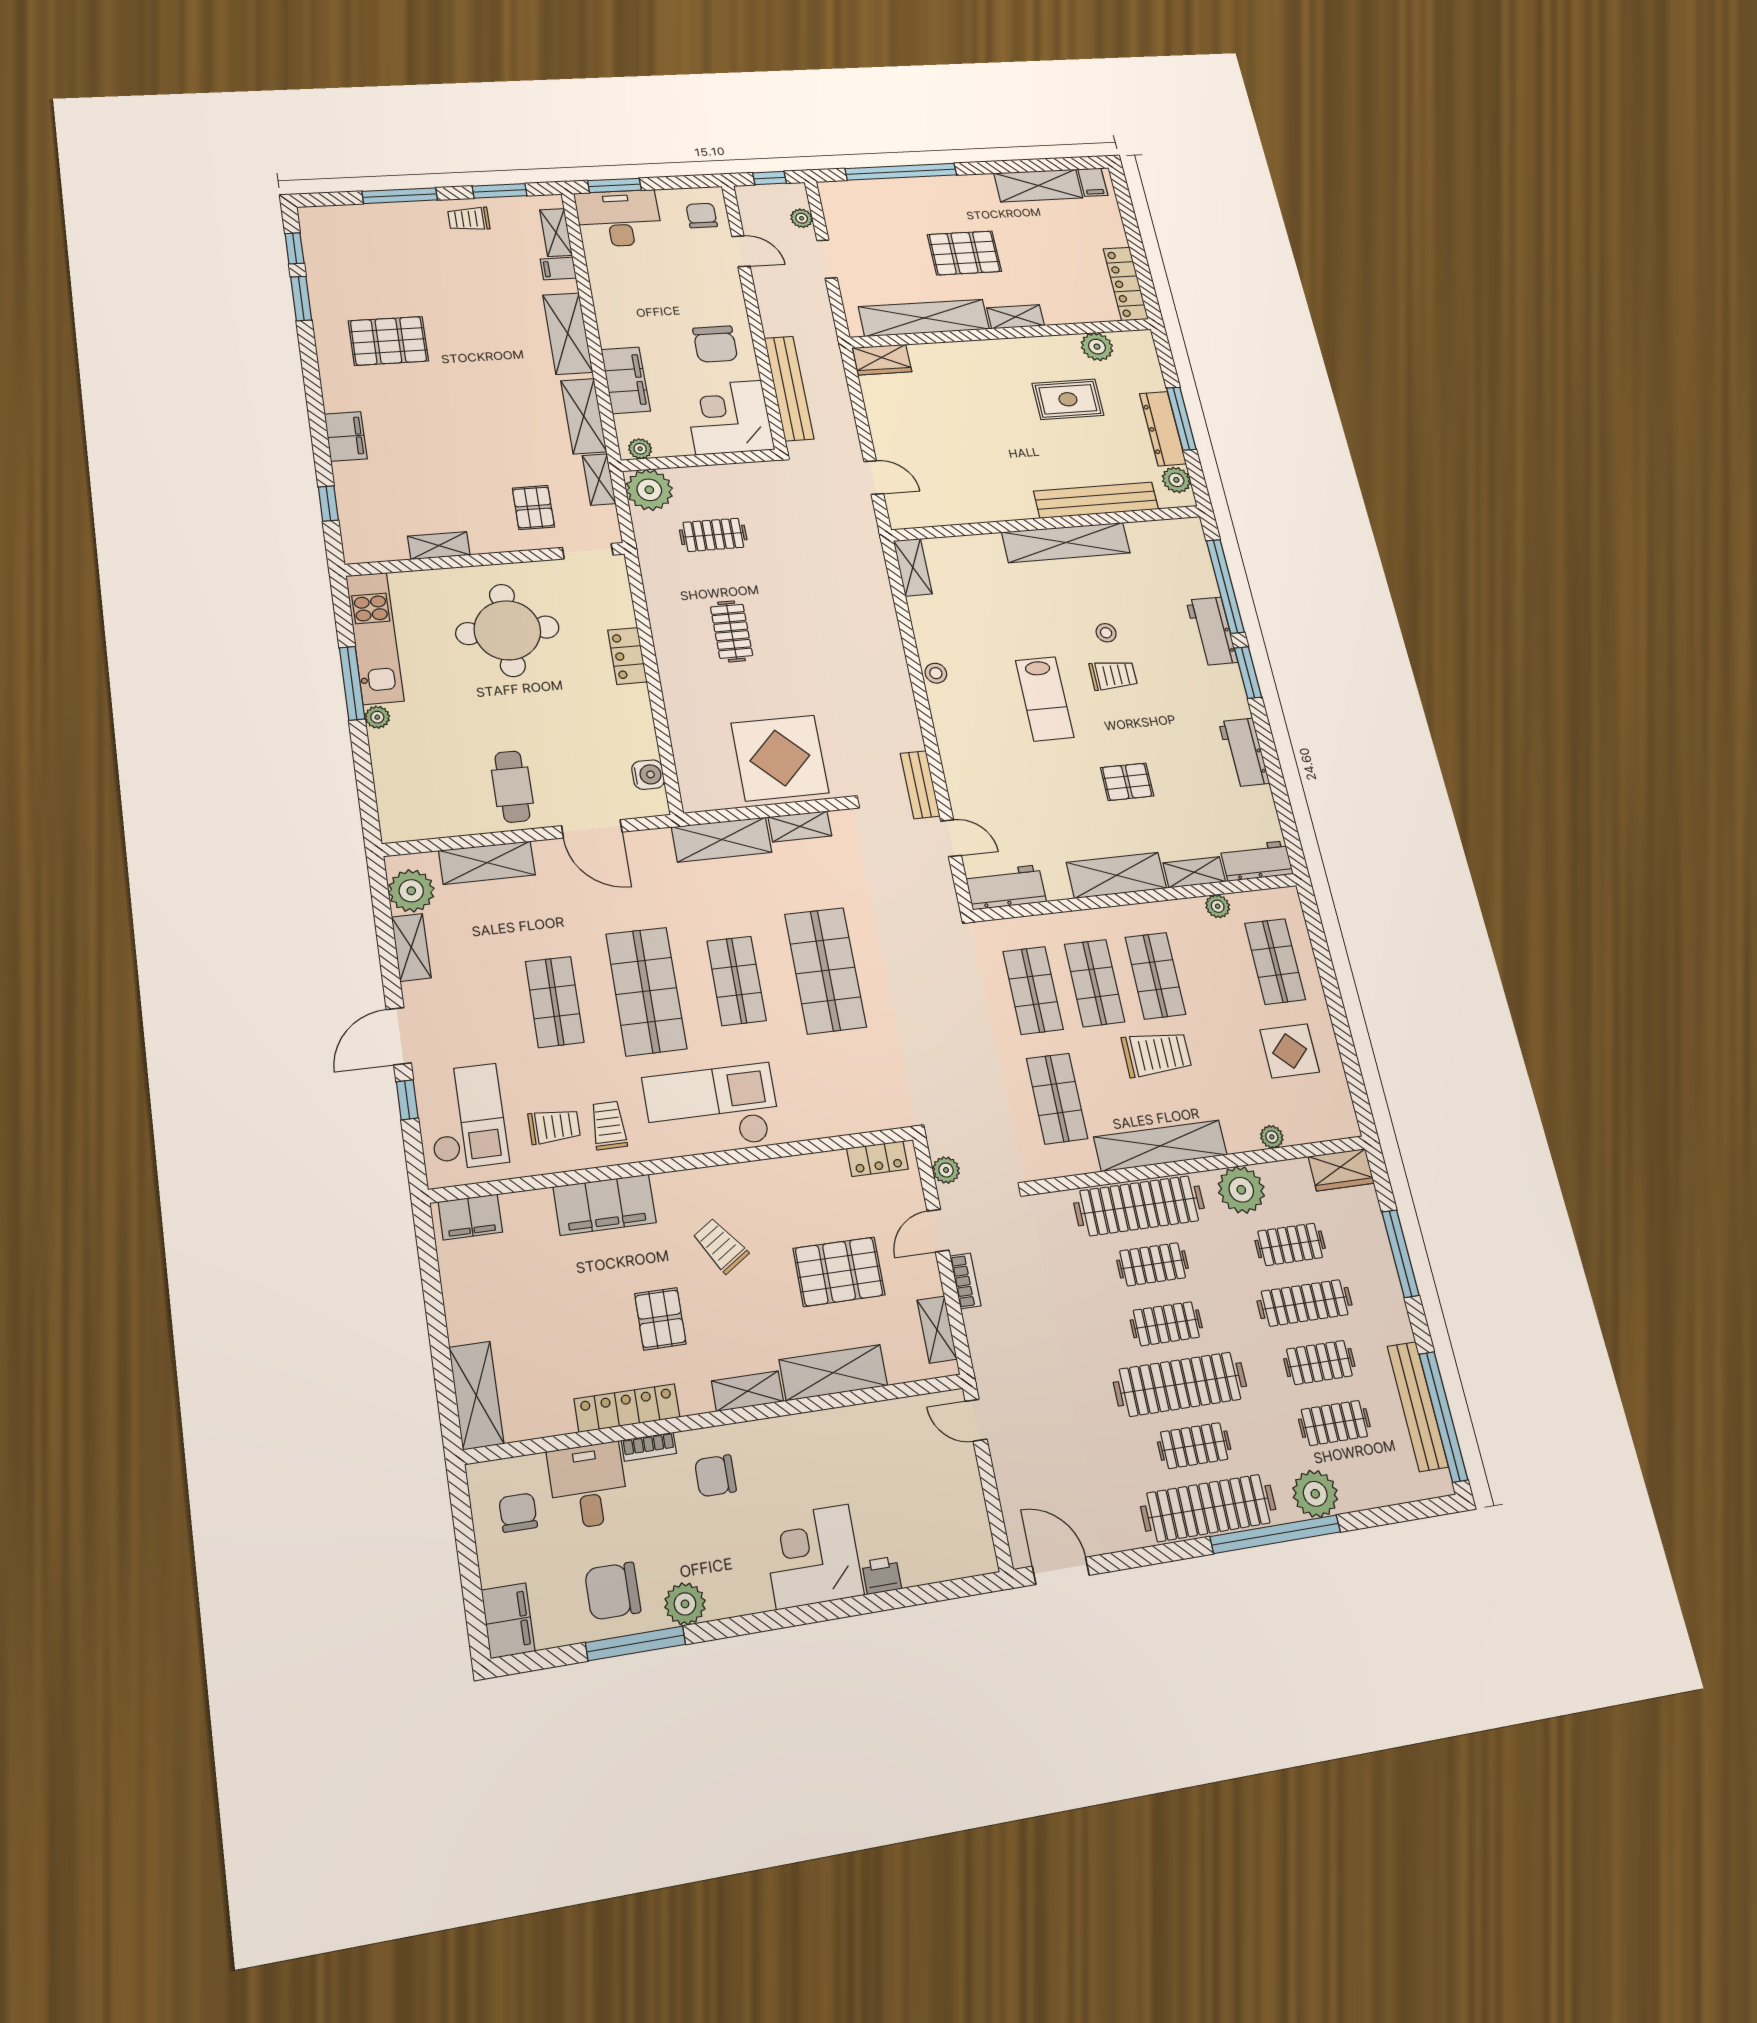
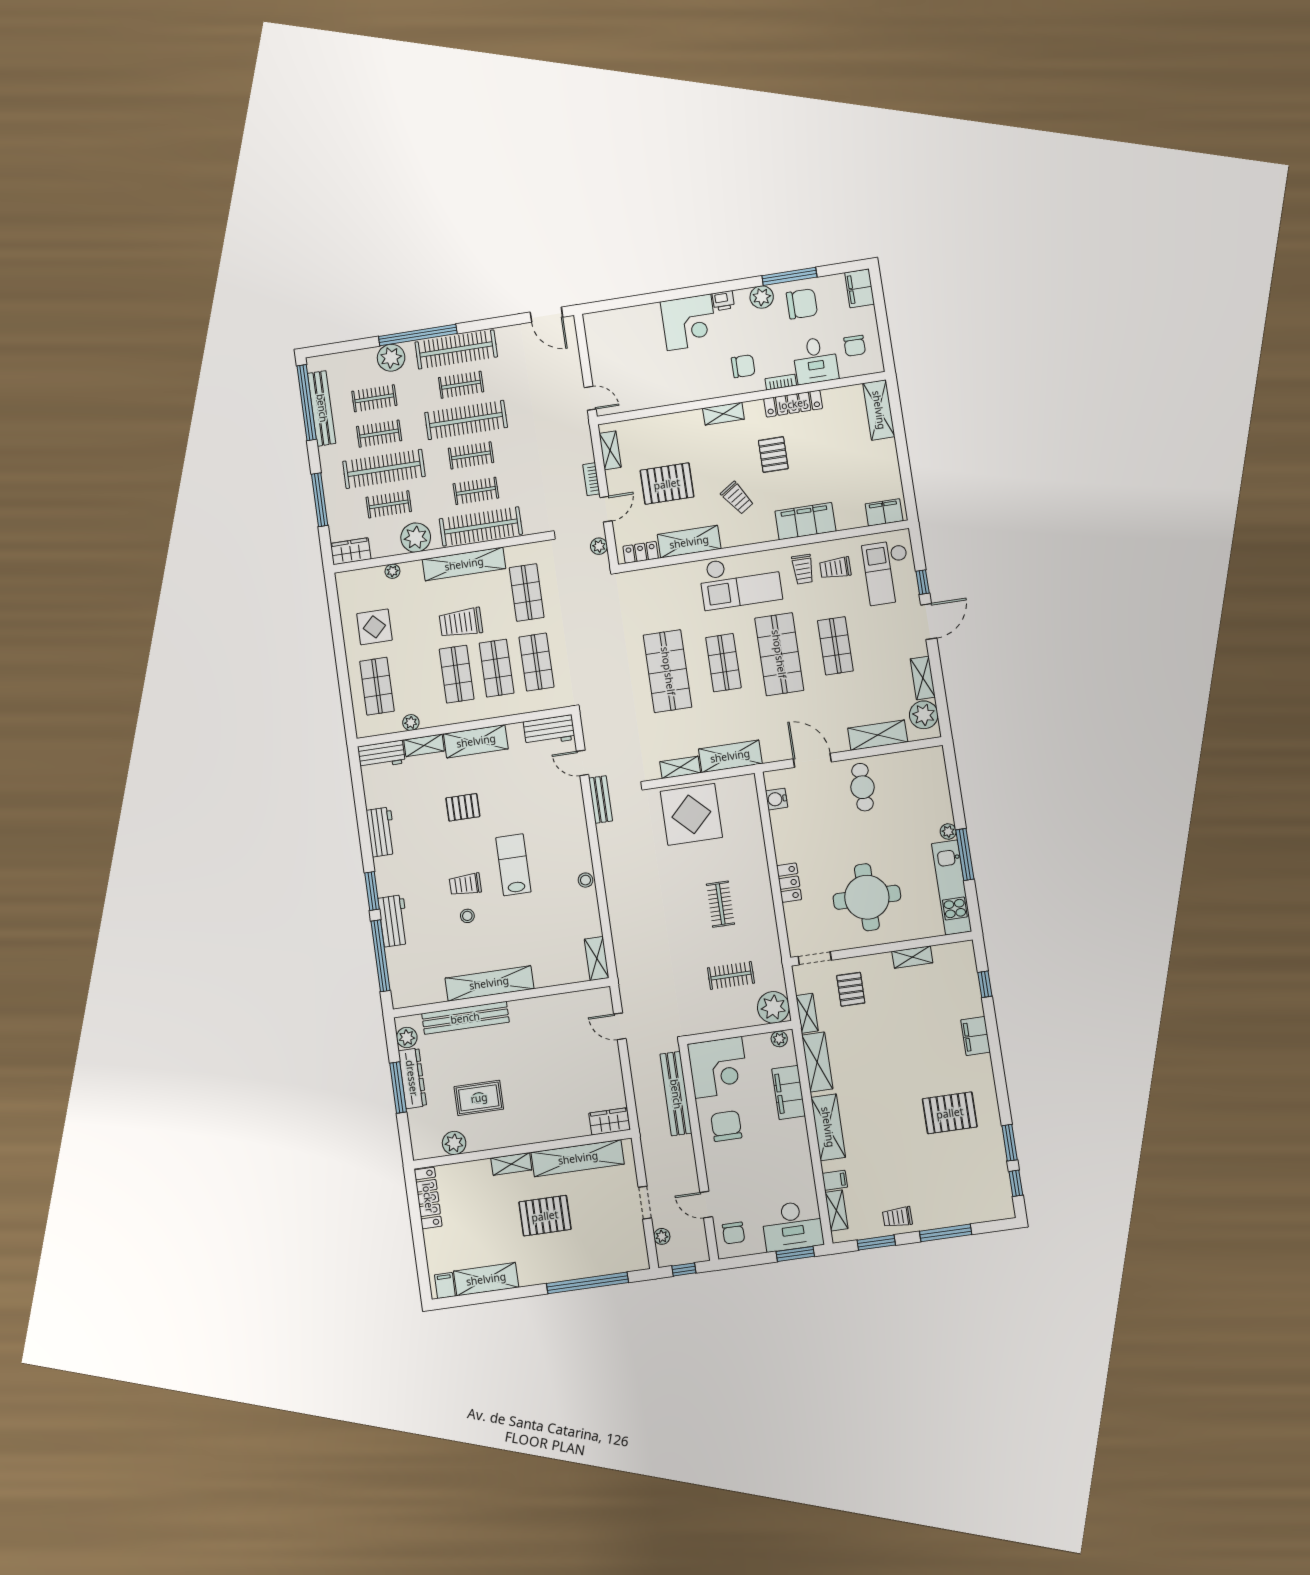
trolley: (469, 219) -> (897, 1217), turned 180
clothes rail: (1305, 1303) -> (384, 469), width x1.37, depth x1.31
shelving: (833, 1373) -> (689, 542), moved
printer: (882, 1575) -> (723, 301), moved

